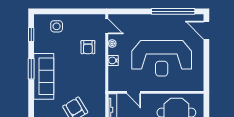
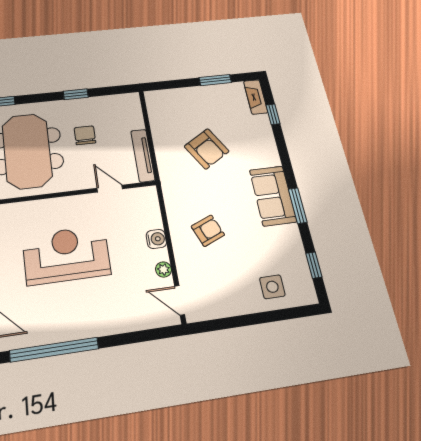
armchair: (88, 47) -> (208, 231), moved, turned 68
reception desk: (162, 58) -> (66, 255), width x0.74, depth x0.77
sofa: (44, 76) -> (273, 196), width x0.73

